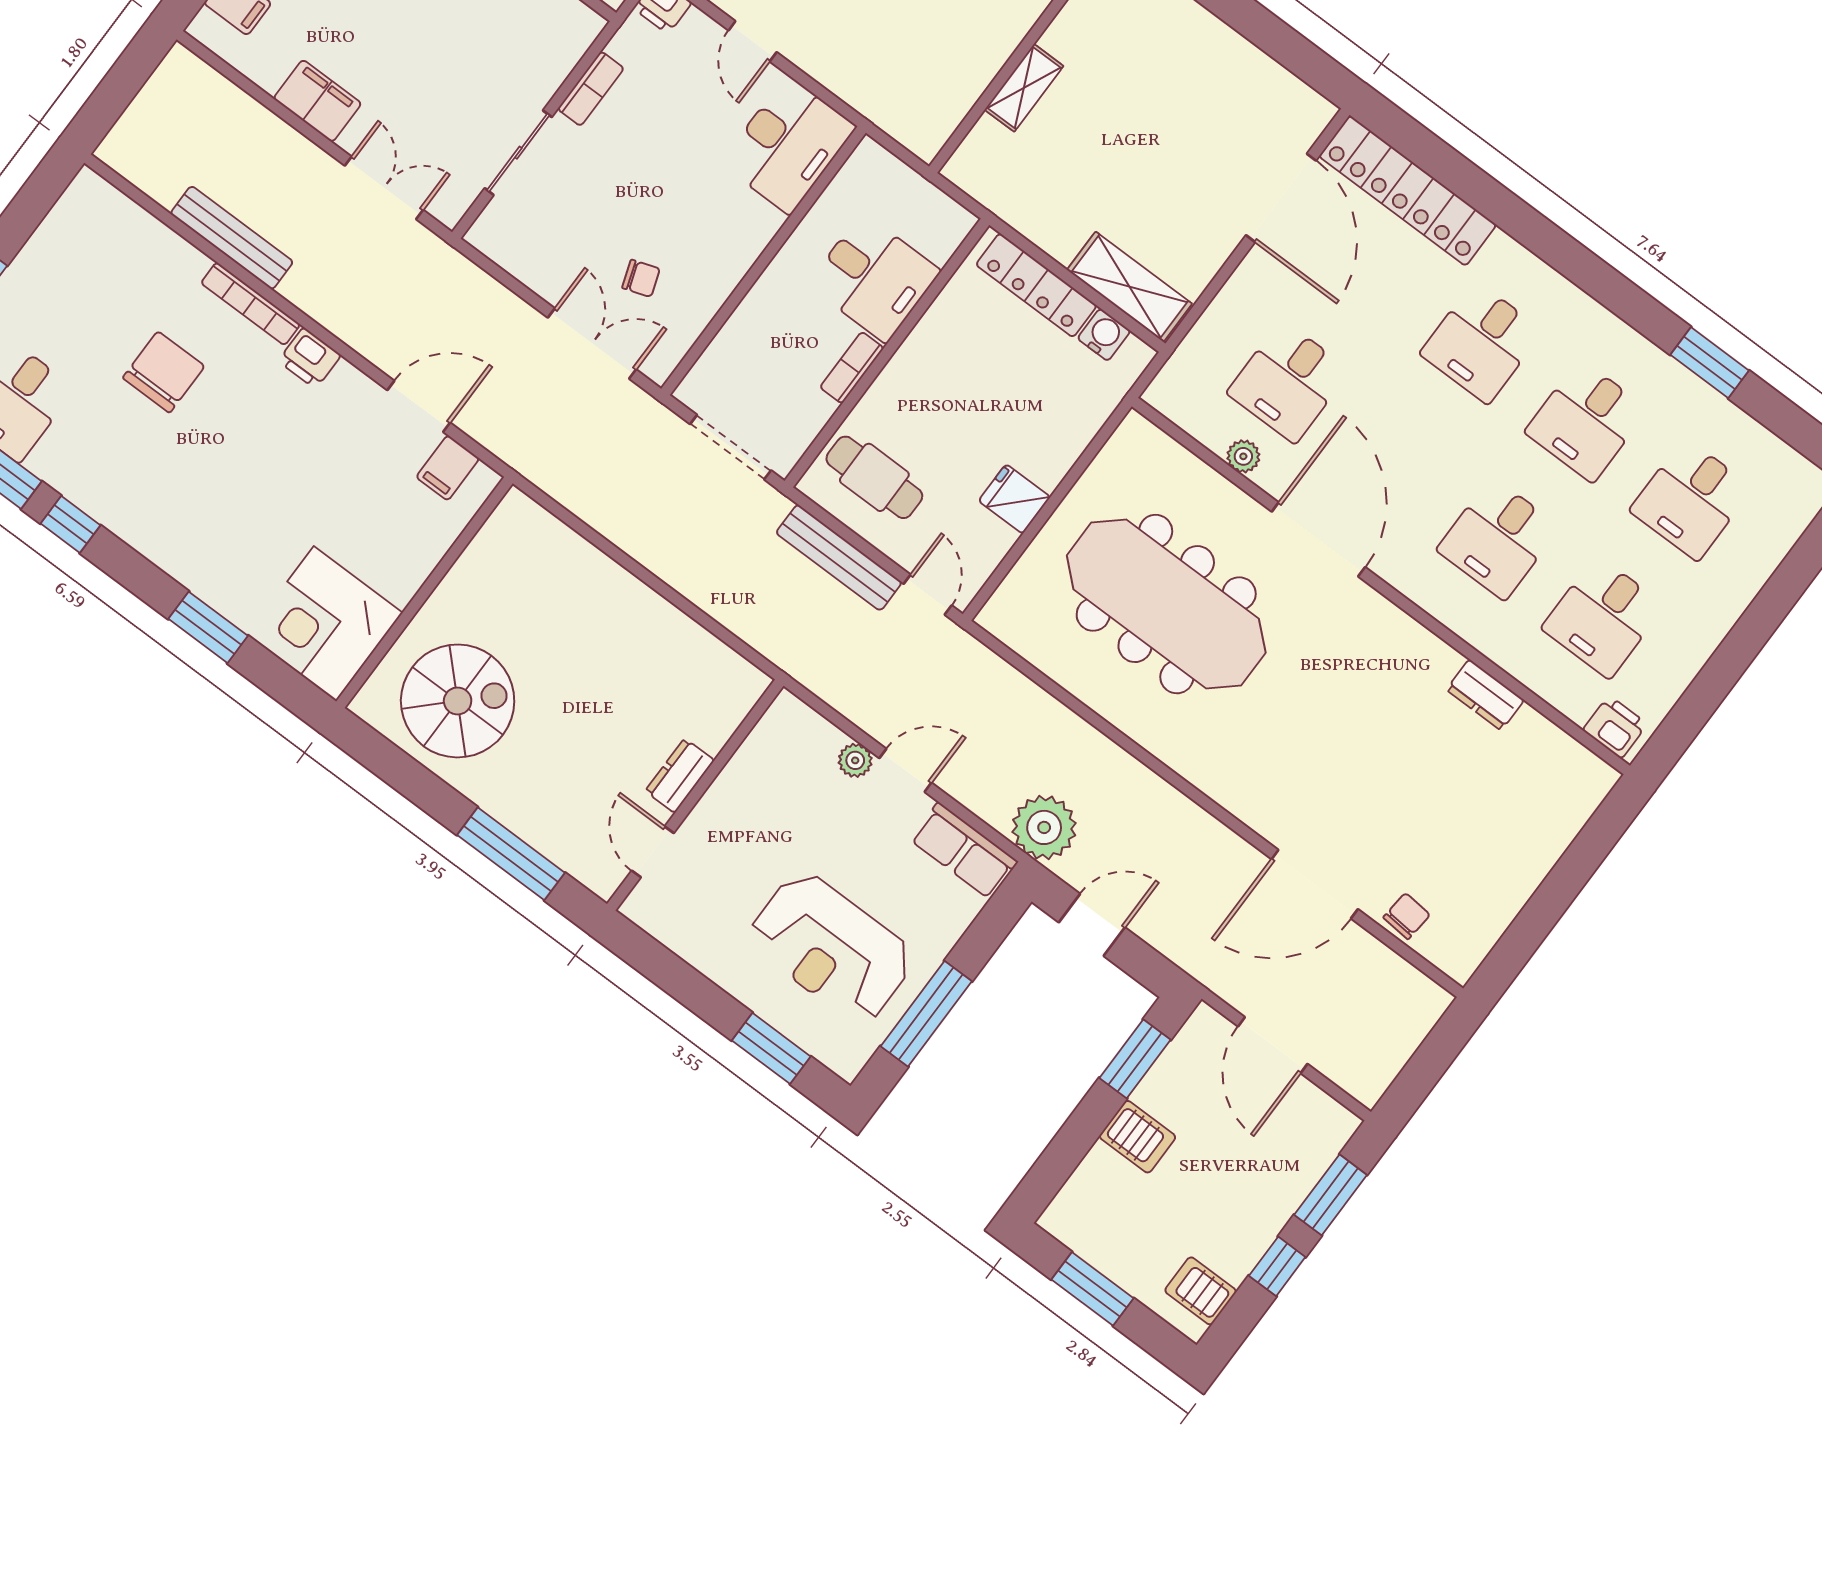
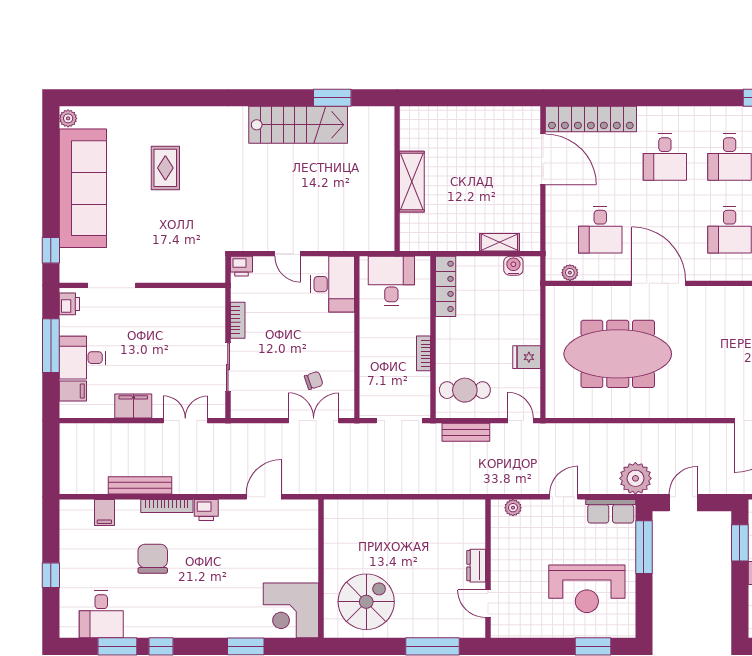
shelving: (1024, 88) -> (412, 182), width x1.50, depth x1.33
desk: (874, 278) -> (391, 281), moved, turned -90
locker: (1036, 285) -> (446, 286), moved, turned -90
shelving: (1130, 287) -> (499, 242), width x0.67, depth x0.75
plant: (1243, 456) -> (570, 273), moved
filing cabinet: (448, 468) -> (104, 513), moved
bench: (839, 558) -> (466, 432), width x0.73
plant: (855, 760) -> (513, 508), moved
window: (926, 1014) -> (644, 547), moved

